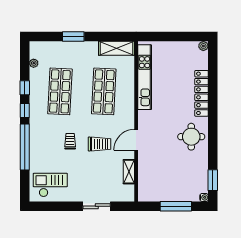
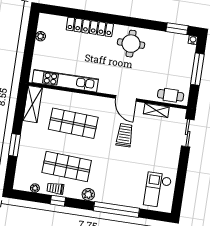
plant: (203, 46) -> (41, 36), moved
window: (25, 111) -> (80, 204), removed
plant: (35, 117) -> (88, 194), added
trolley: (70, 141) -> (55, 188), moved
cafe table: (146, 184) -> (171, 95), added
sliding door: (97, 206) -> (188, 133), moved

